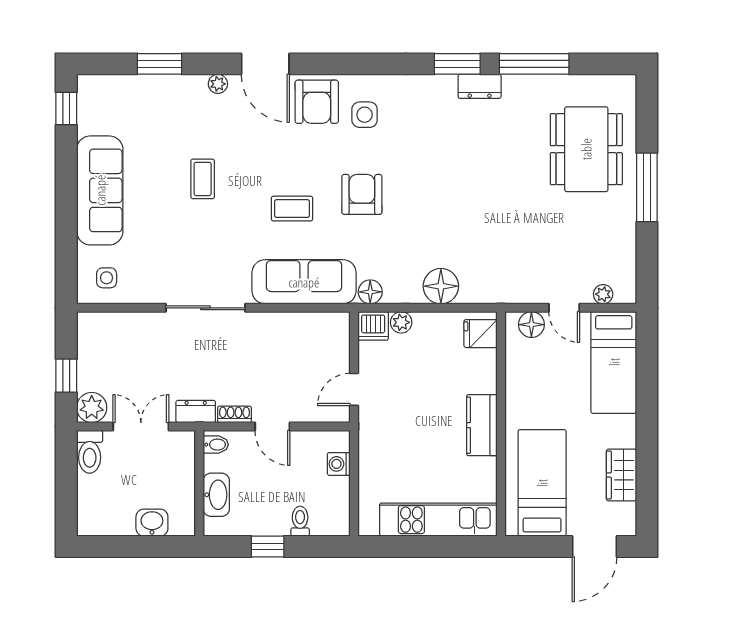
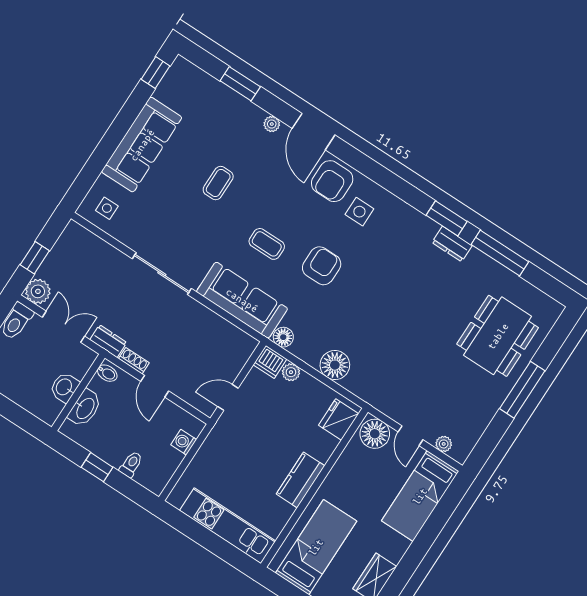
floor lamp: (531, 325) -> (375, 434), width x1.38, depth x1.38
fridge: (481, 334) -> (339, 420), width x1.38
washbasin: (152, 523) -> (64, 387), moved, turned -90

